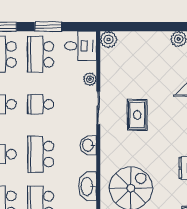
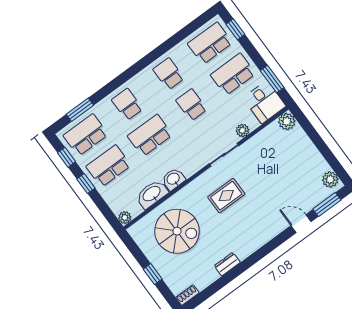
window: (48, 27) -> (272, 79), moved
rug: (137, 115) -> (226, 196), moved
washbasin: (88, 145) -> (173, 179), moved

